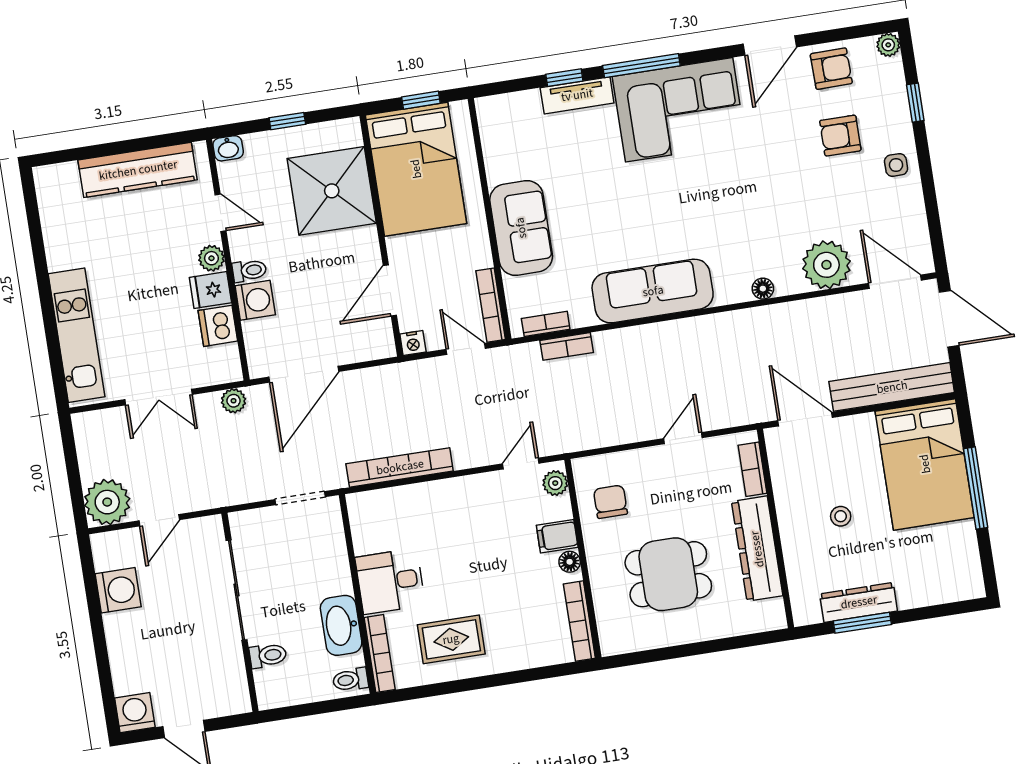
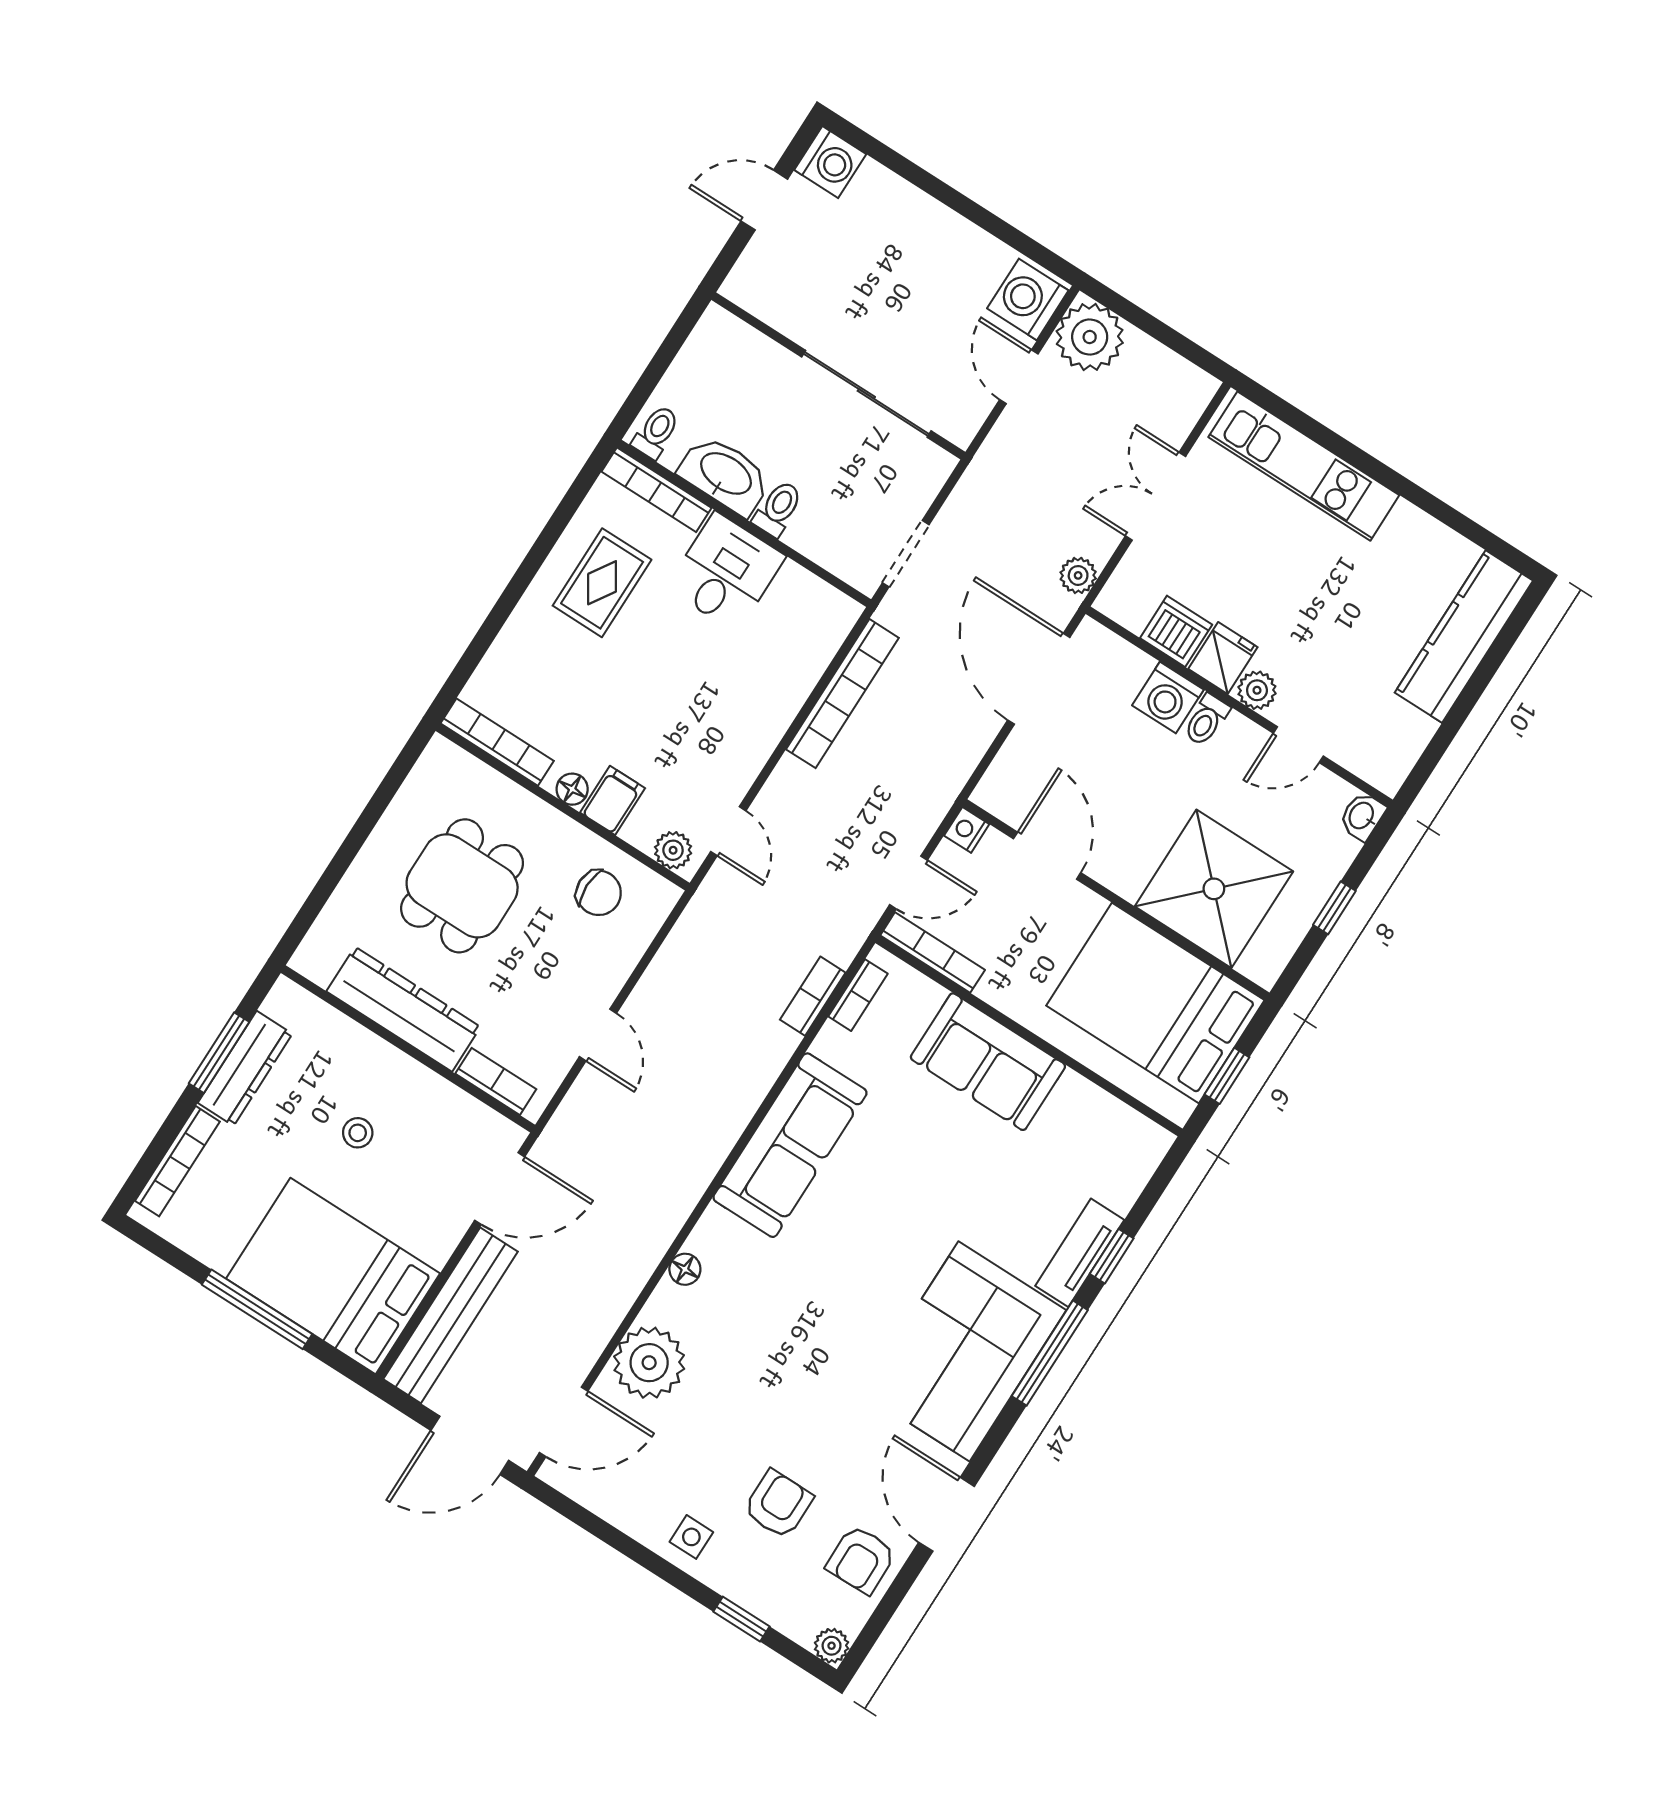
kitchen counter: (138, 170) -> (1464, 637), moved
washing machine: (118, 590) -> (1028, 299), moved, turned 90
bookcase: (936, 595) -> (177, 1161), added
toilet: (268, 655) -> (778, 509), moved, turned 180

